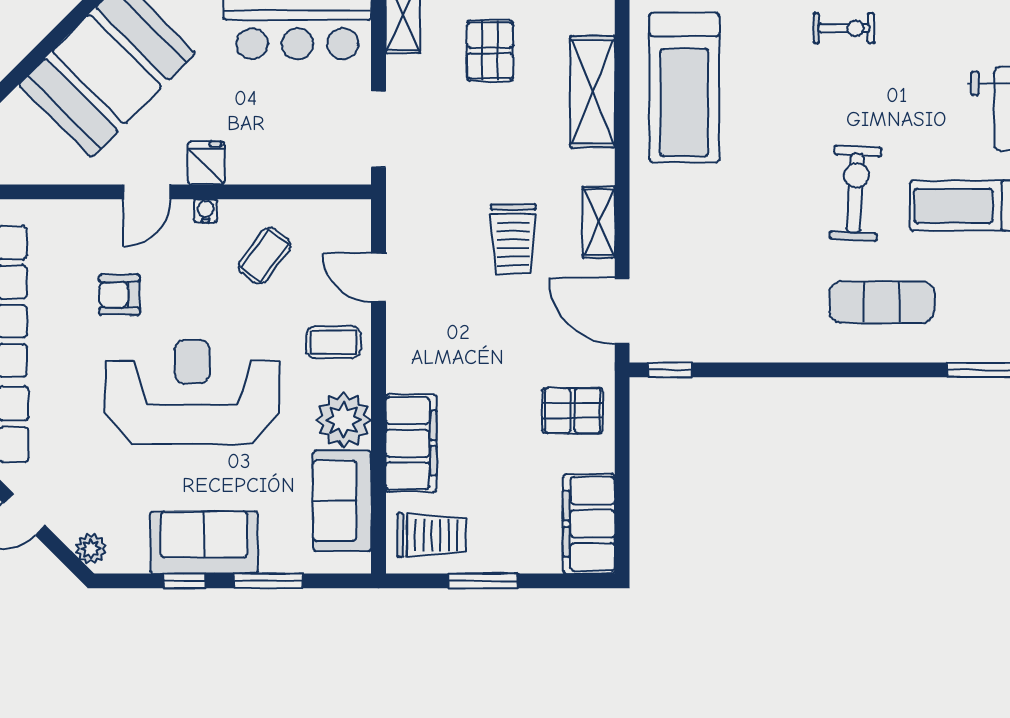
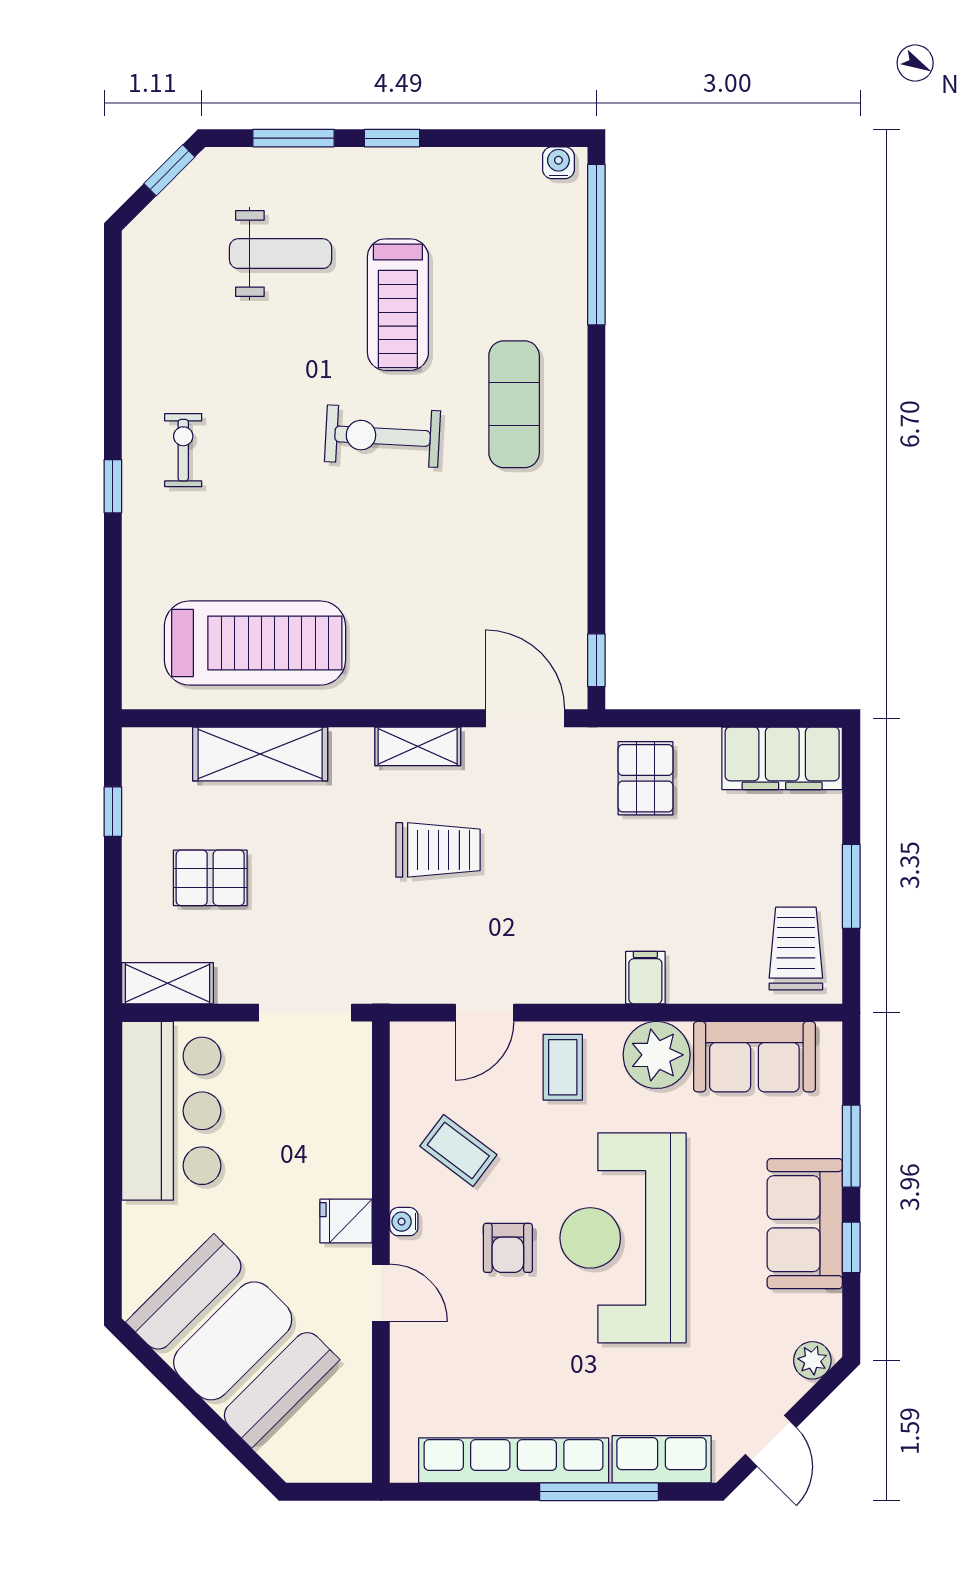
armchair: (119, 295) -> (508, 1248), moved
door: (622, 311) -> (525, 718), swing flipped
filing cabinet: (411, 443) -> (645, 978), width x0.33, depth x0.86

